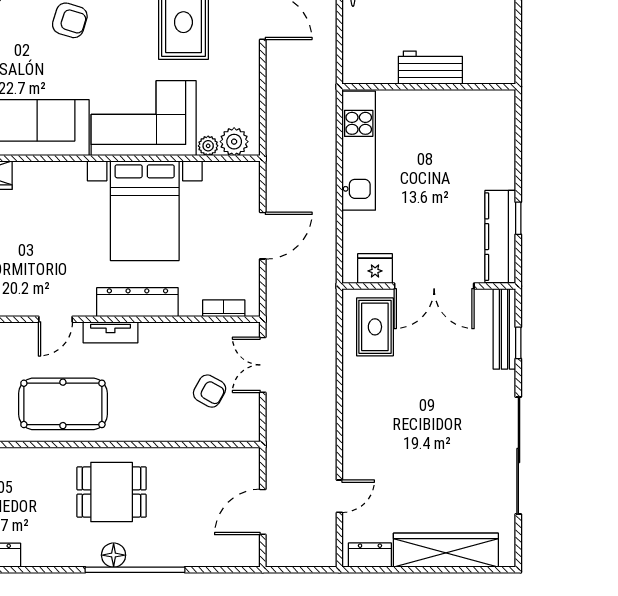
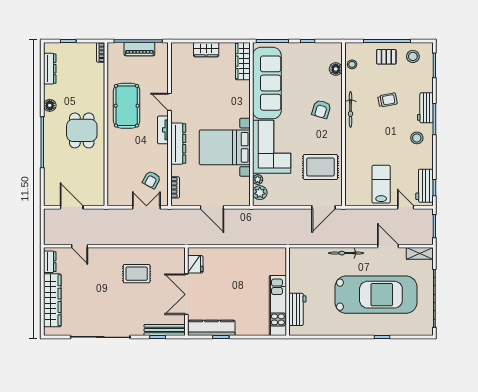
workbench: (430, 68) -> (297, 309), moved
kitchen unit: (359, 151) -> (278, 306), moved, turned 90
rug: (375, 327) -> (137, 274), moved
armchair: (210, 391) -> (152, 180), moved
floor lamp: (114, 555) -> (50, 105), moved

